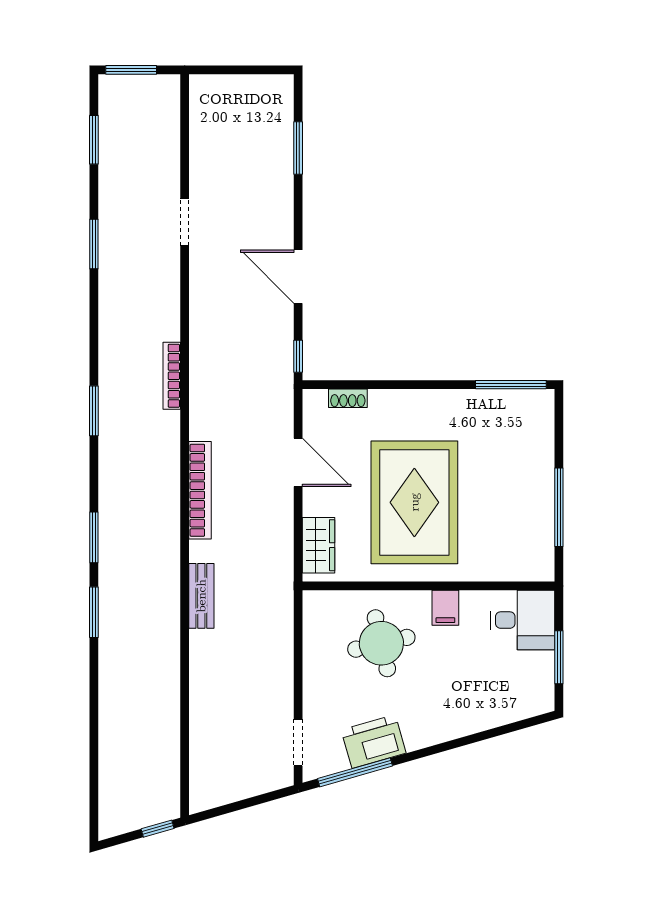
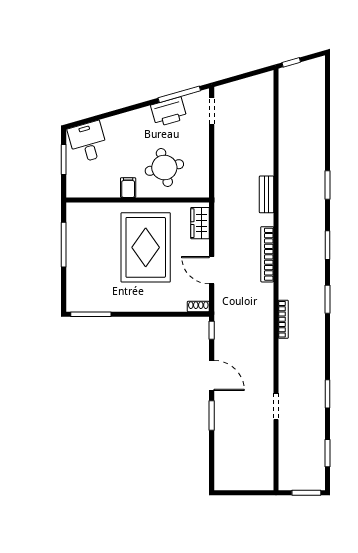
window: (298, 148) -> (212, 416), moved
shoe rack: (348, 398) -> (198, 306), moved
window: (94, 537) -> (327, 245), moved
desk: (523, 620) -> (88, 142), moved, turned 74

